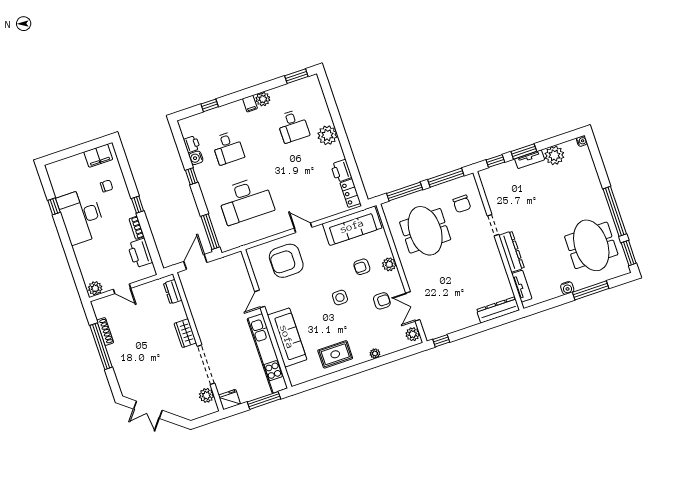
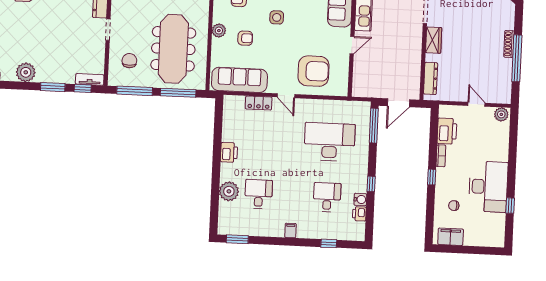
plant: (263, 99) -> (277, 230), removed
plant: (327, 135) -> (229, 191), moved
tv unit: (530, 159) -> (90, 79), moved
printer: (341, 171) -> (229, 152), moved
locker: (350, 193) -> (259, 103), moved, turned 90
meeting table: (425, 231) -> (173, 49), width x1.36
dresser: (173, 292) -> (431, 78), width x1.44
shoe rack: (105, 332) -> (509, 44), moved

